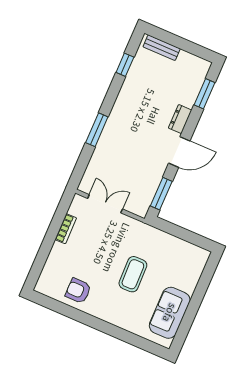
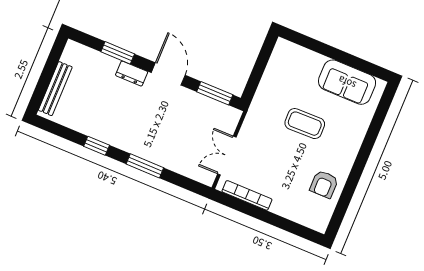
bench: (162, 48) -> (55, 89), width x1.36
window: (125, 65) -> (97, 146), moved
window: (205, 94) -> (118, 53), moved
bookcase: (66, 229) -> (247, 195), width x1.56

